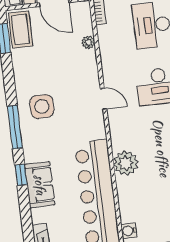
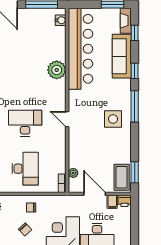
plant: (88, 42) -> (73, 173), moved
sofa: (40, 185) -> (122, 56), width x1.36
window: (27, 226) -> (135, 33), added

